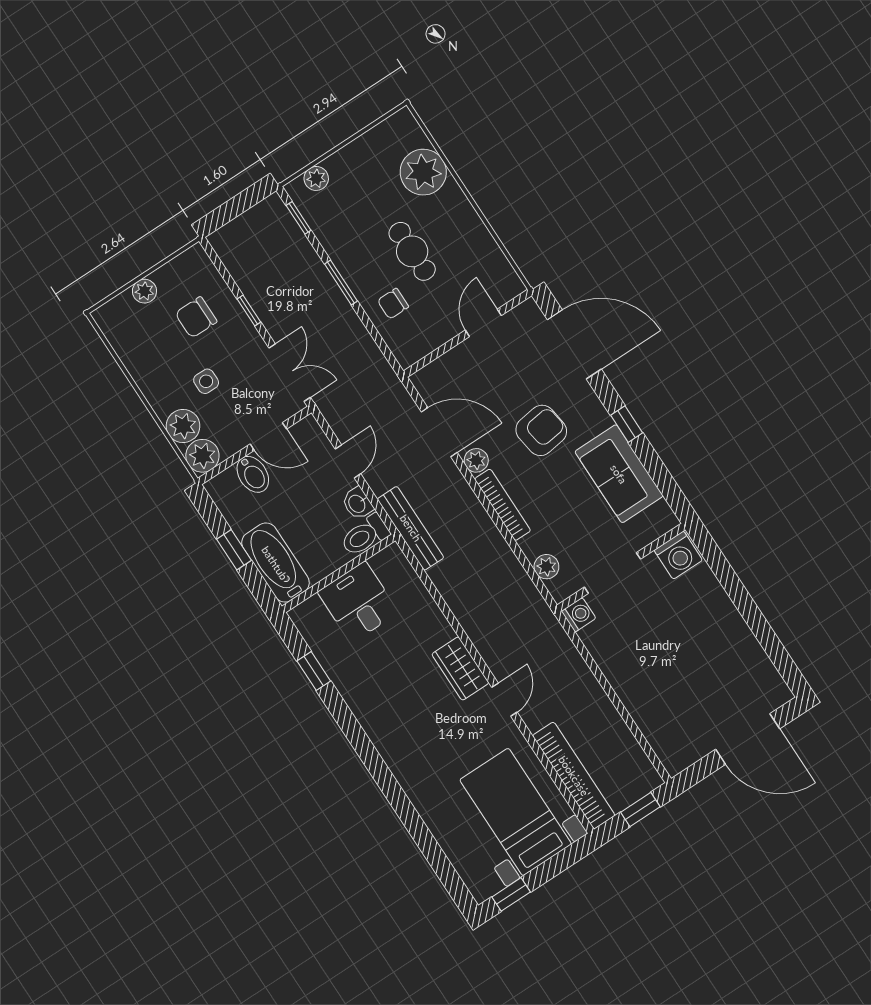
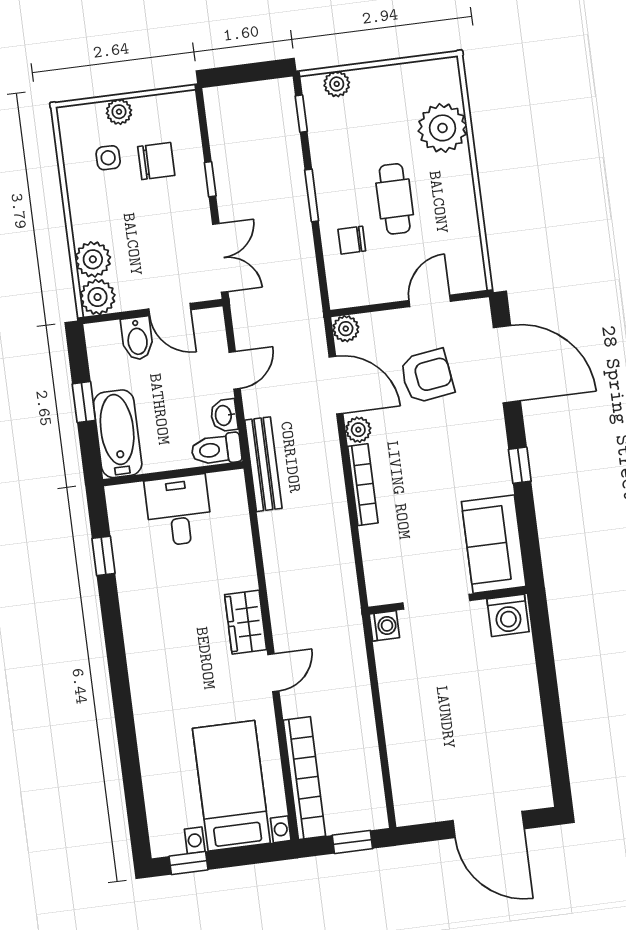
chair: (196, 317) -> (156, 161), turned 180
side table: (206, 381) -> (108, 158), moved
armchair: (541, 430) -> (427, 376), moved
sofa: (619, 474) -> (494, 544), moved
plant: (546, 567) -> (346, 329), moved

